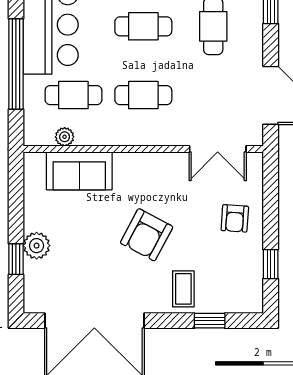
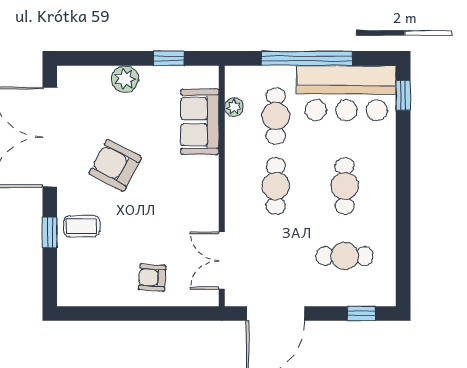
armchair: (147, 235) -> (115, 165), moved
window: (16, 259) -> (169, 58), moved
window: (271, 264) -> (106, 314), removed
window: (210, 321) -> (50, 232), moved

